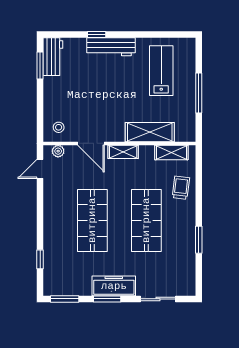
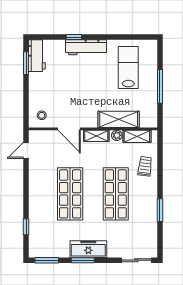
plant: (58, 151) -> (117, 135), moved
sliding door: (158, 299) -> (136, 260), moved

